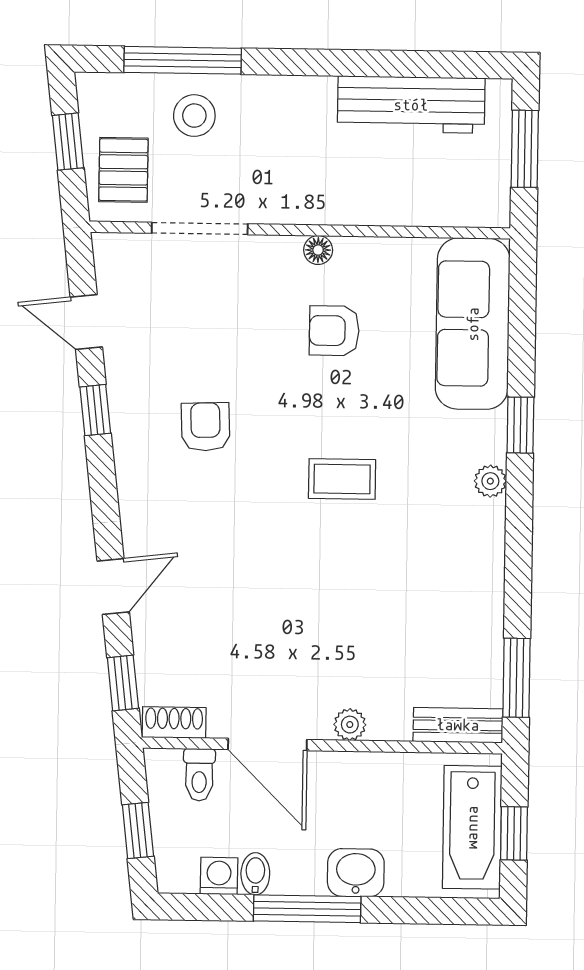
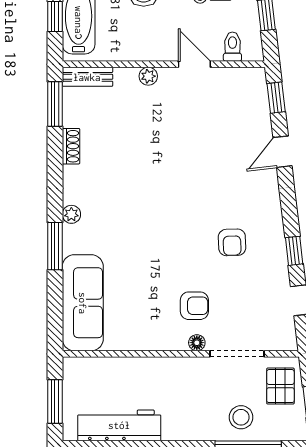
floor lamp: (318, 250) -> (197, 343), moved
armchair: (334, 331) -> (194, 306), moved
window: (520, 425) -> (55, 246), width x1.50
coffee table: (342, 479) -> (155, 214), removed
shoe rack: (174, 722) -> (71, 146), moved, turned -90
door: (267, 745) -> (194, 64), width x0.73

